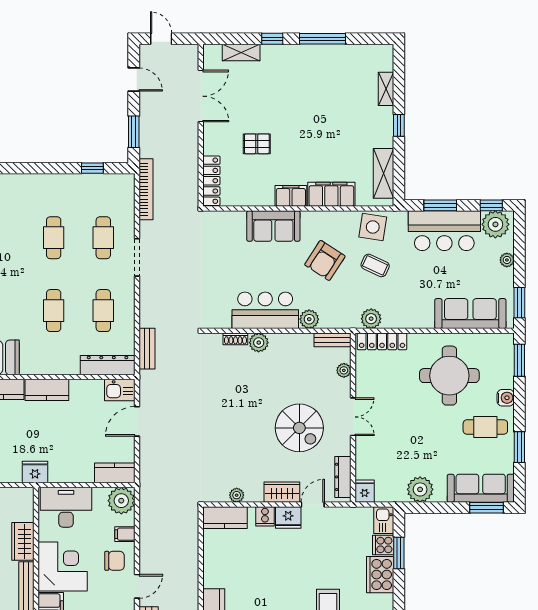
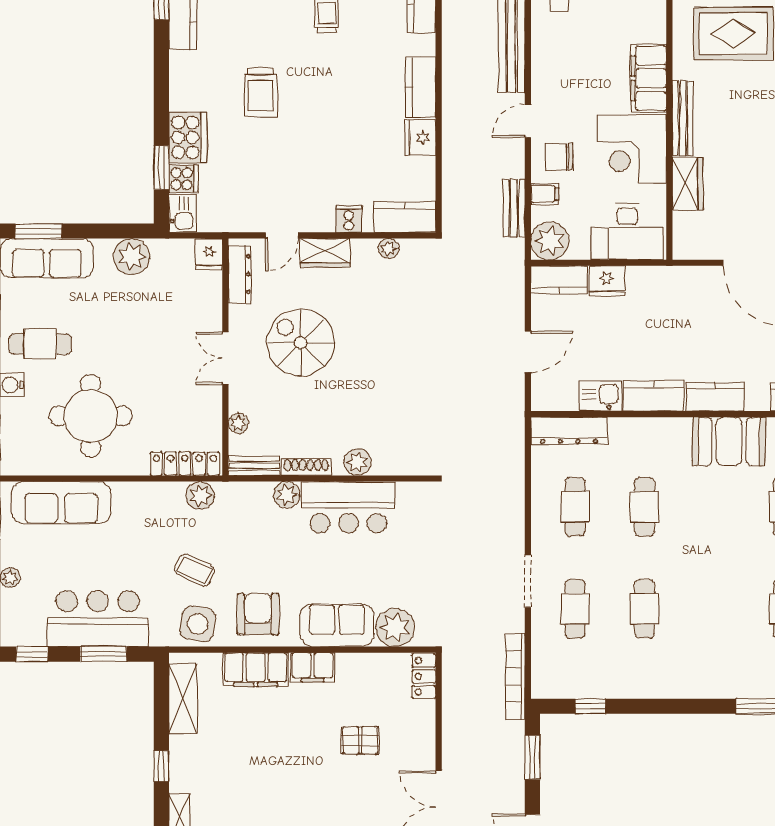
locker: (211, 181) -> (424, 676), width x0.66
plant: (495, 224) -> (395, 628), moved
armchair: (325, 260) -> (258, 614), moved, turned -33
shoe rack: (235, 339) -> (306, 467), moved, width x1.43
bench: (147, 349) -> (514, 208), moved
kitchen sink: (120, 390) -> (600, 396), moved
fridge: (35, 472) -> (607, 281), moved
fridge: (288, 517) -> (420, 137), moved, turned -90

